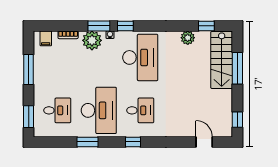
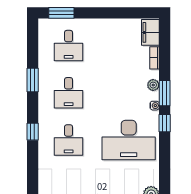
filing cabinet: (46, 38) -> (150, 32), width x2.00
plant: (92, 40) -> (153, 85), width x0.53, depth x0.53
window: (29, 70) -> (115, 13), removed
desk: (99, 110) -> (69, 93), width x0.53, depth x0.77

